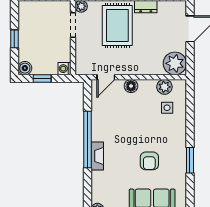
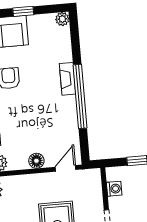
washing machine: (64, 69) -> (114, 189), moved

